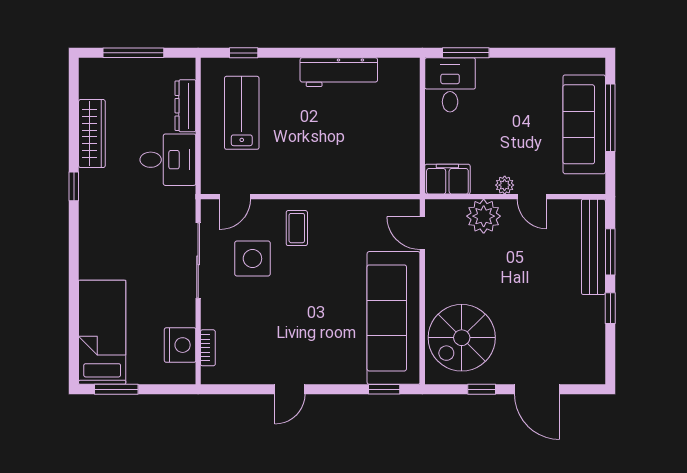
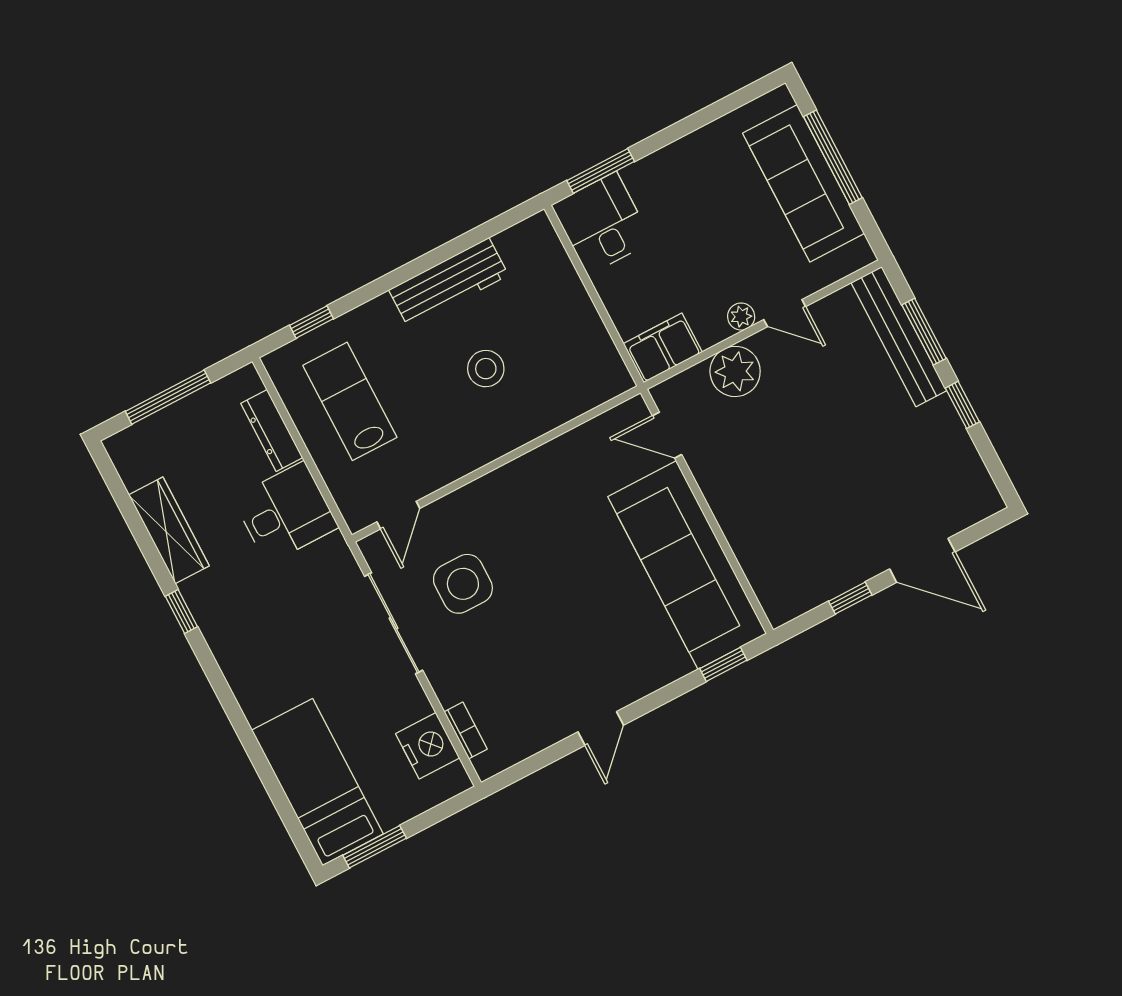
stool: (334, 136) -> (486, 369), added
coffee table: (297, 228) -> (500, 514), removed
spiral stairs: (462, 338) -> (789, 544), removed

